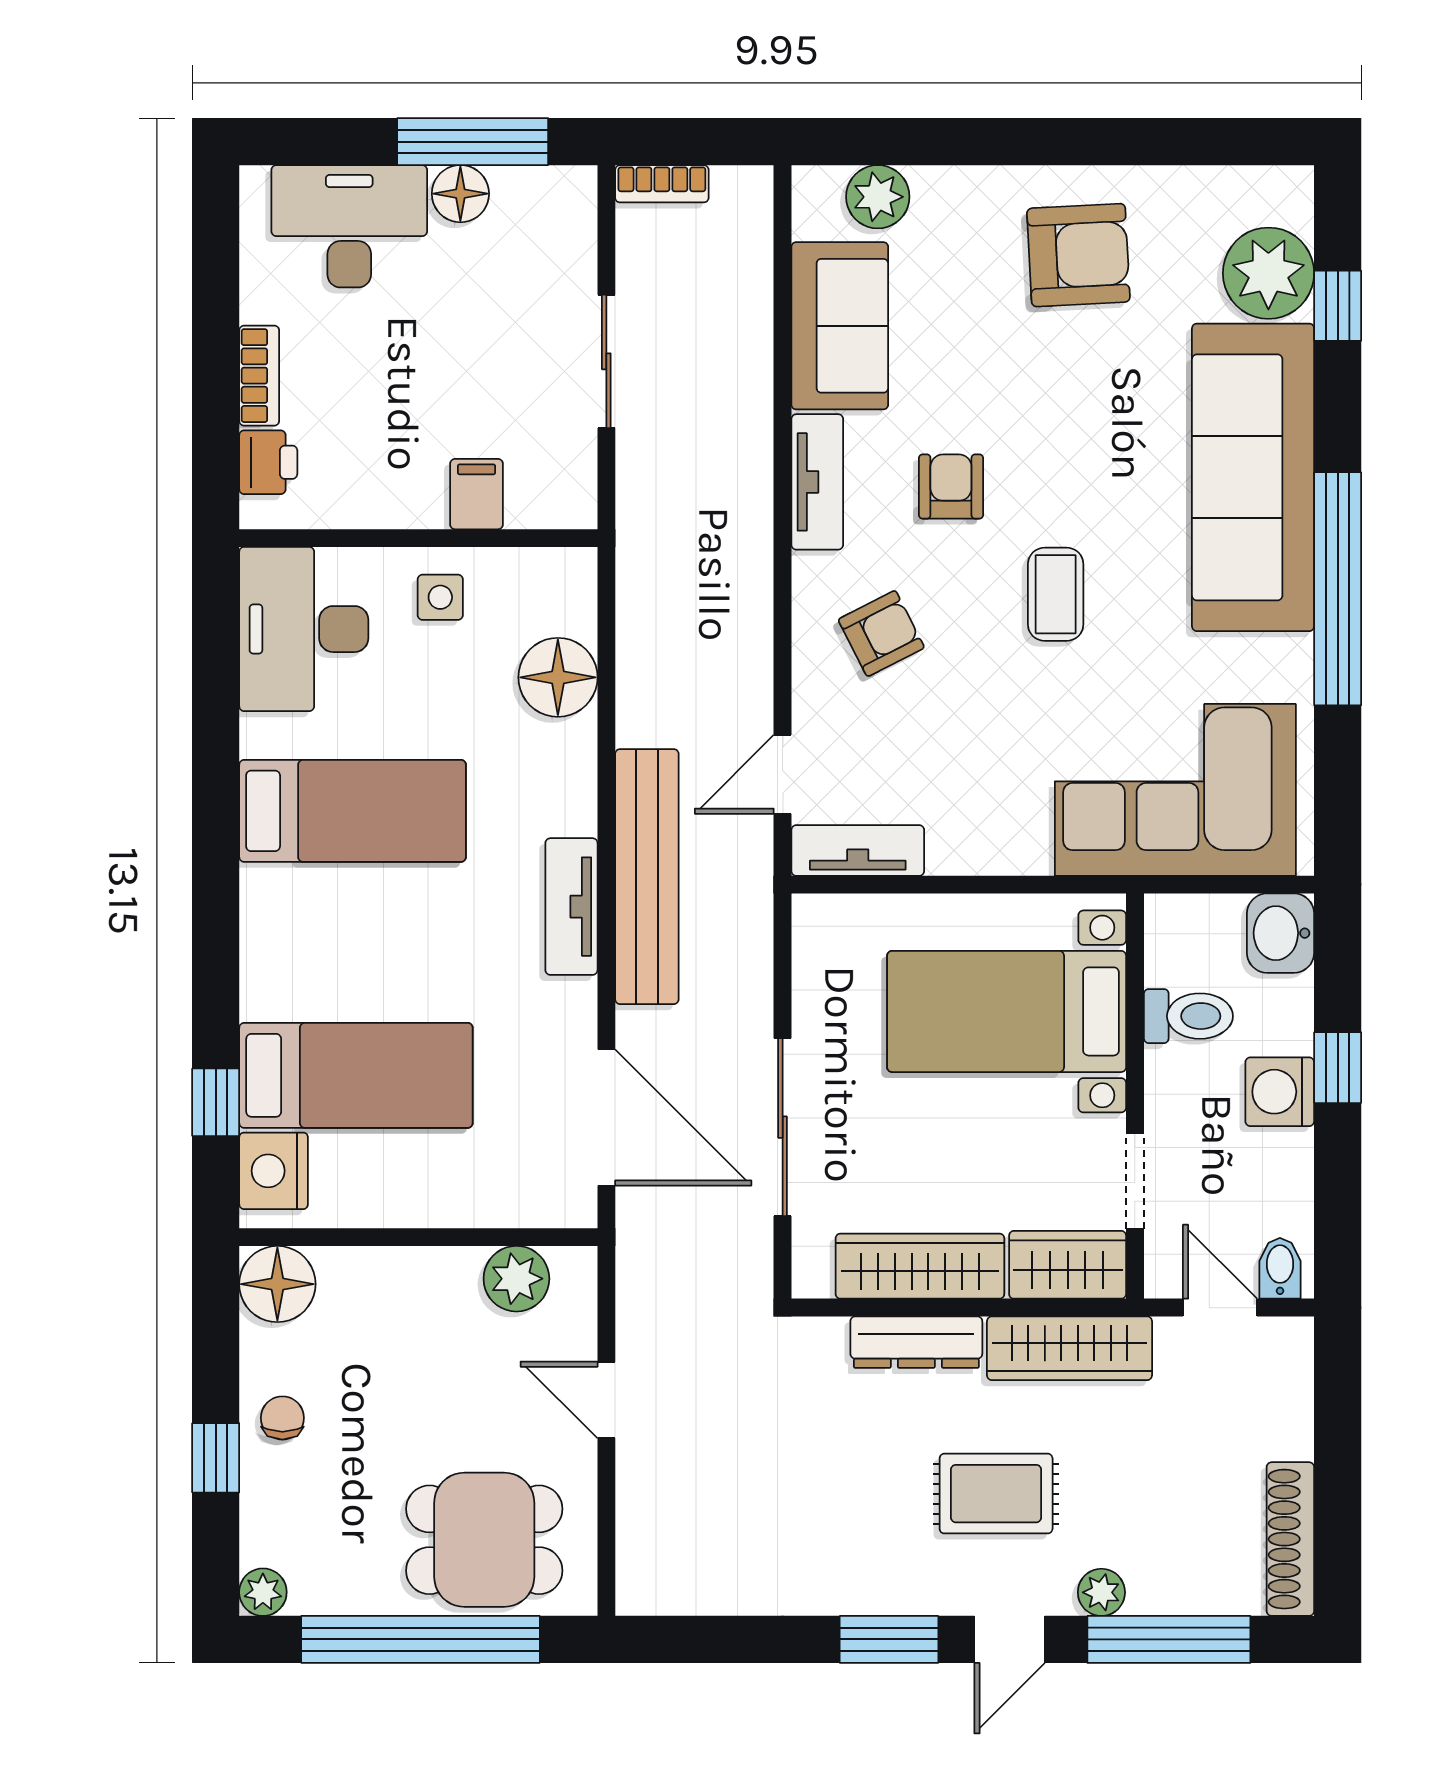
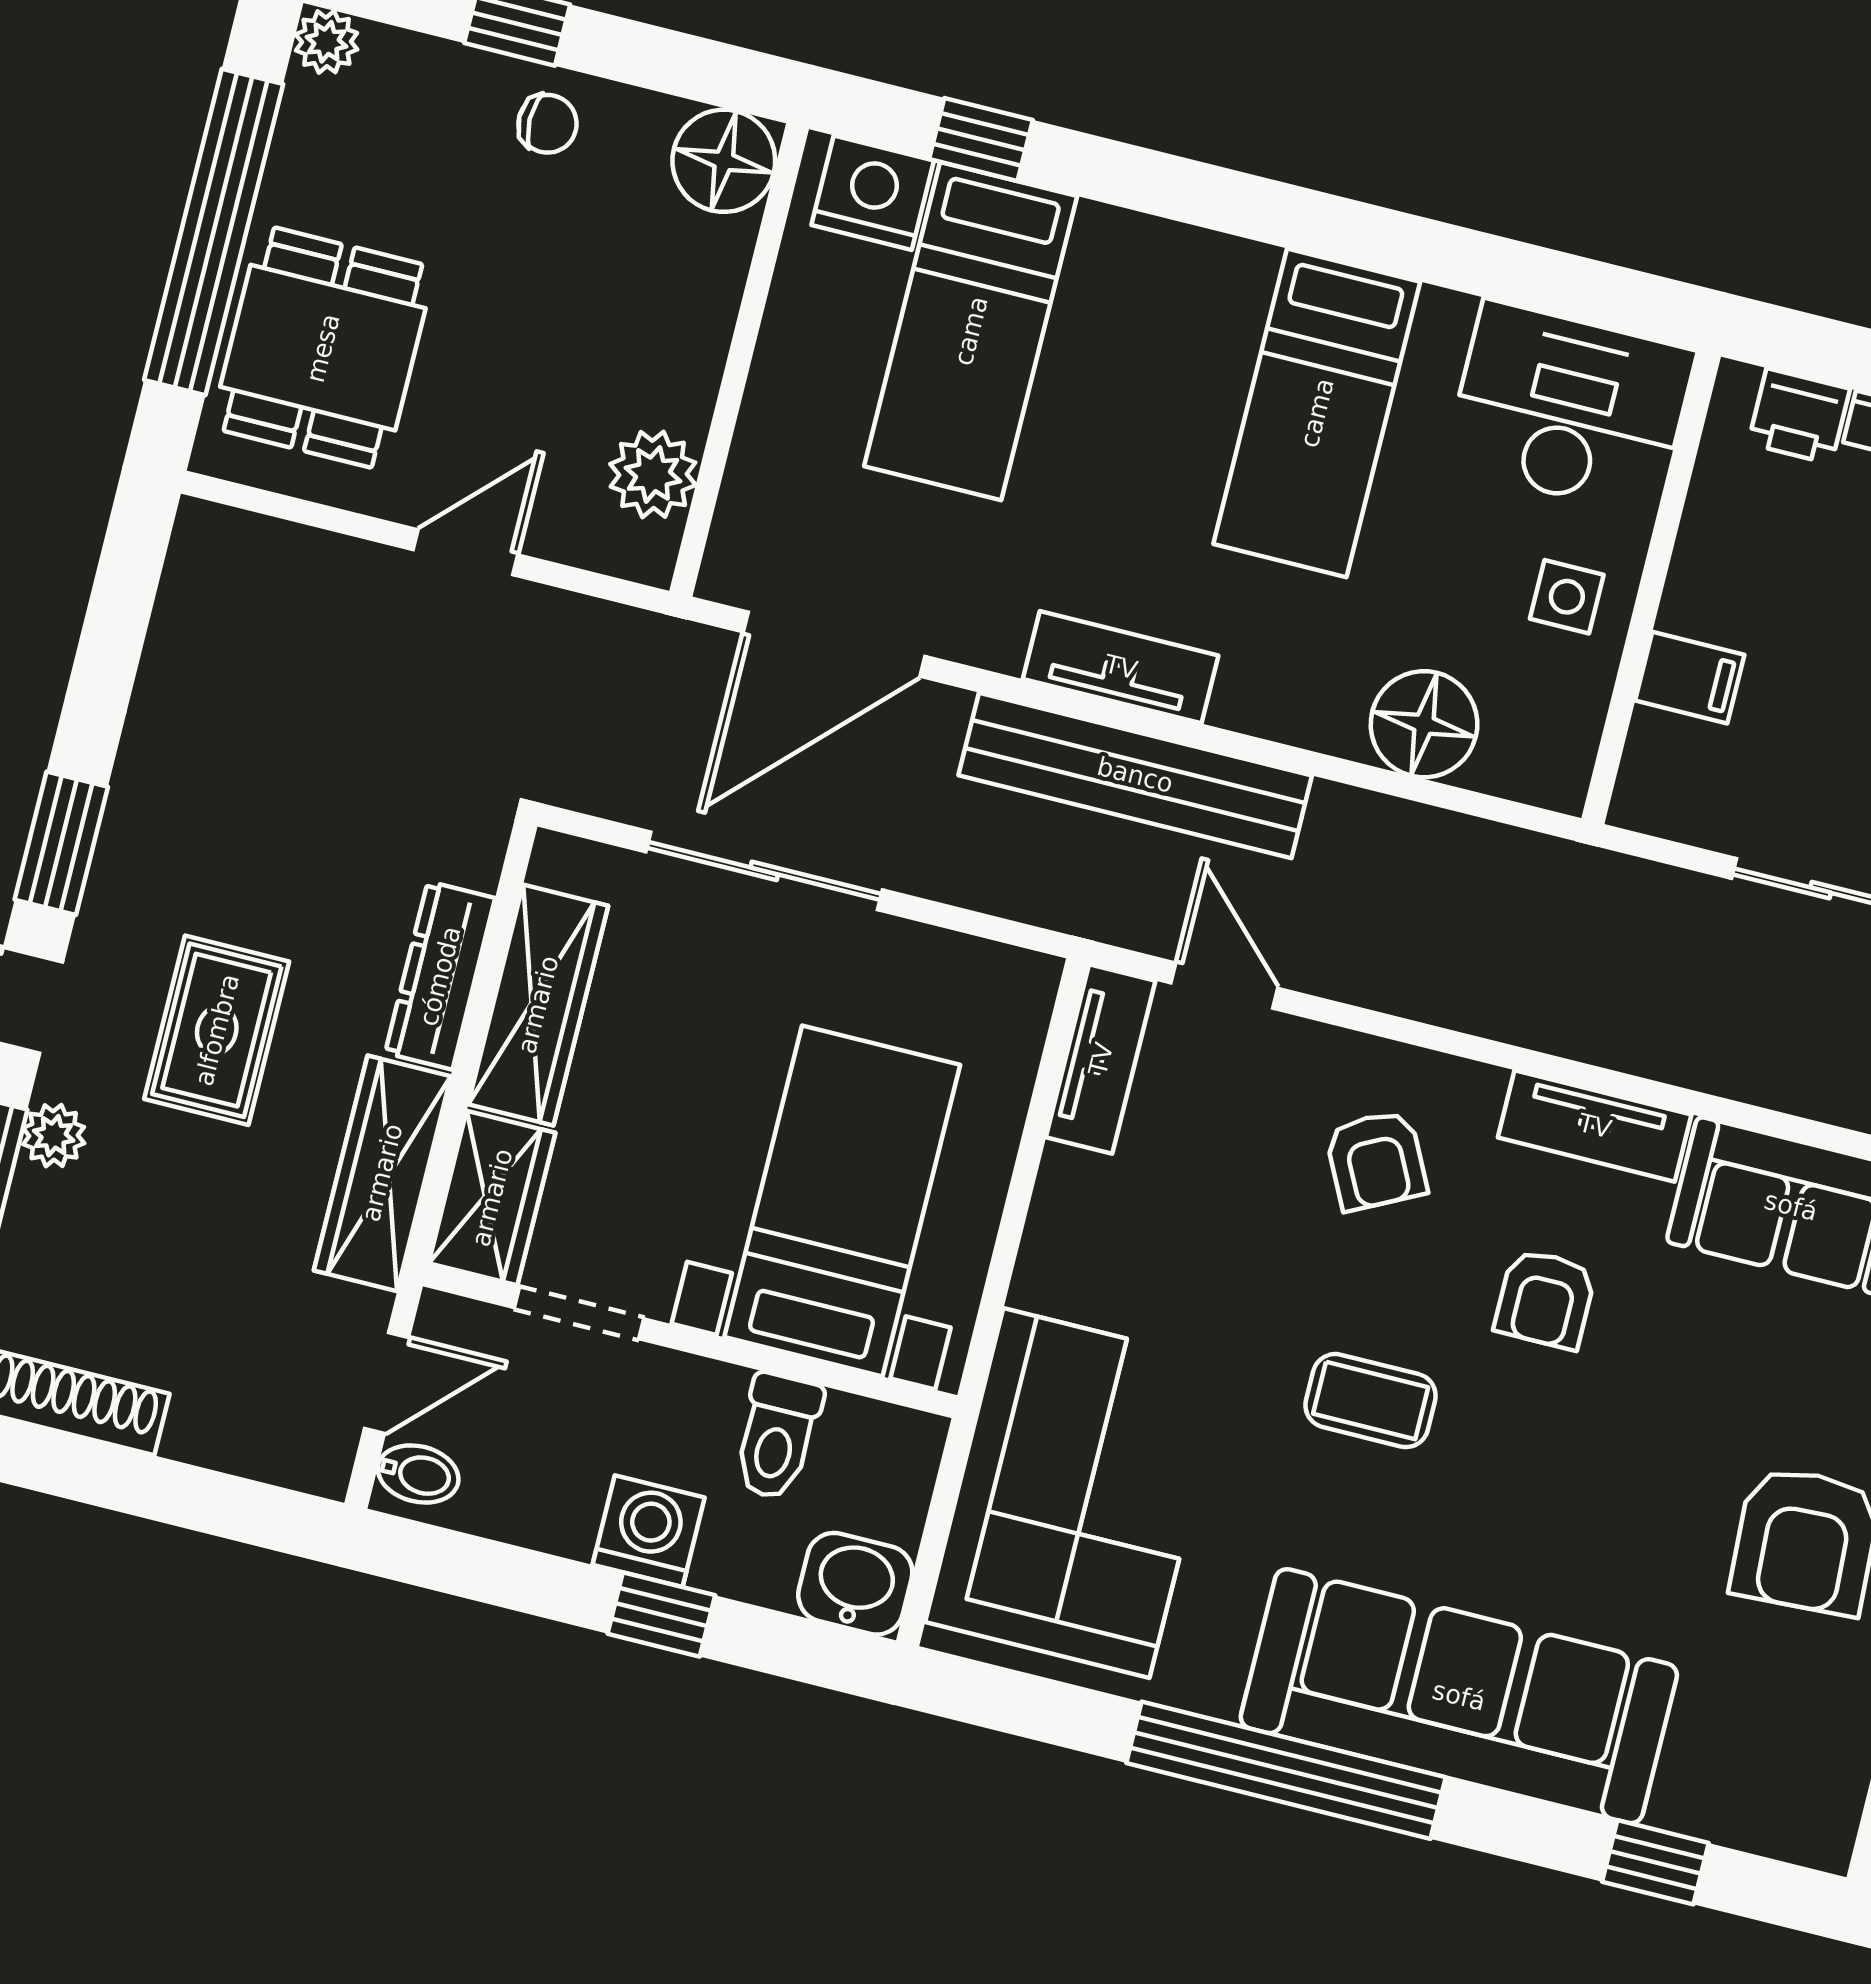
plant: (1268, 273) -> (1720, 1783), removed
armchair: (951, 486) -> (1545, 1299), turned 90

